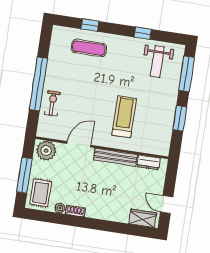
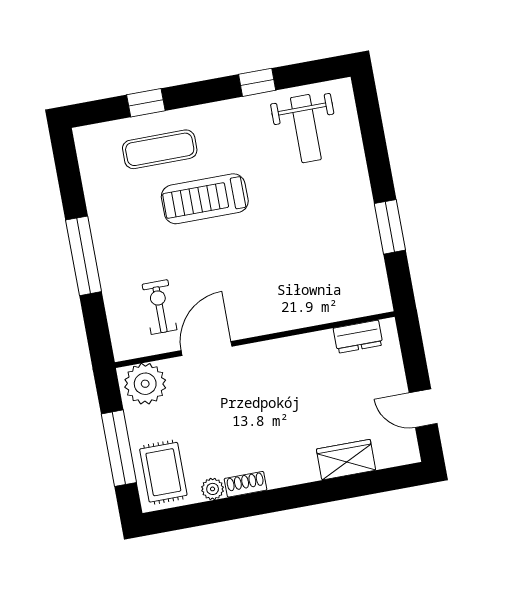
window: (187, 74) -> (373, 133), removed
window: (38, 84) -> (84, 256), width x0.68
exercise bike: (52, 103) -> (160, 307), moved
treadmill: (124, 117) -> (205, 199), moved, turned -90
bench: (115, 157) -> (288, 349), removed
wardrobe: (143, 218) -> (346, 460), moved

